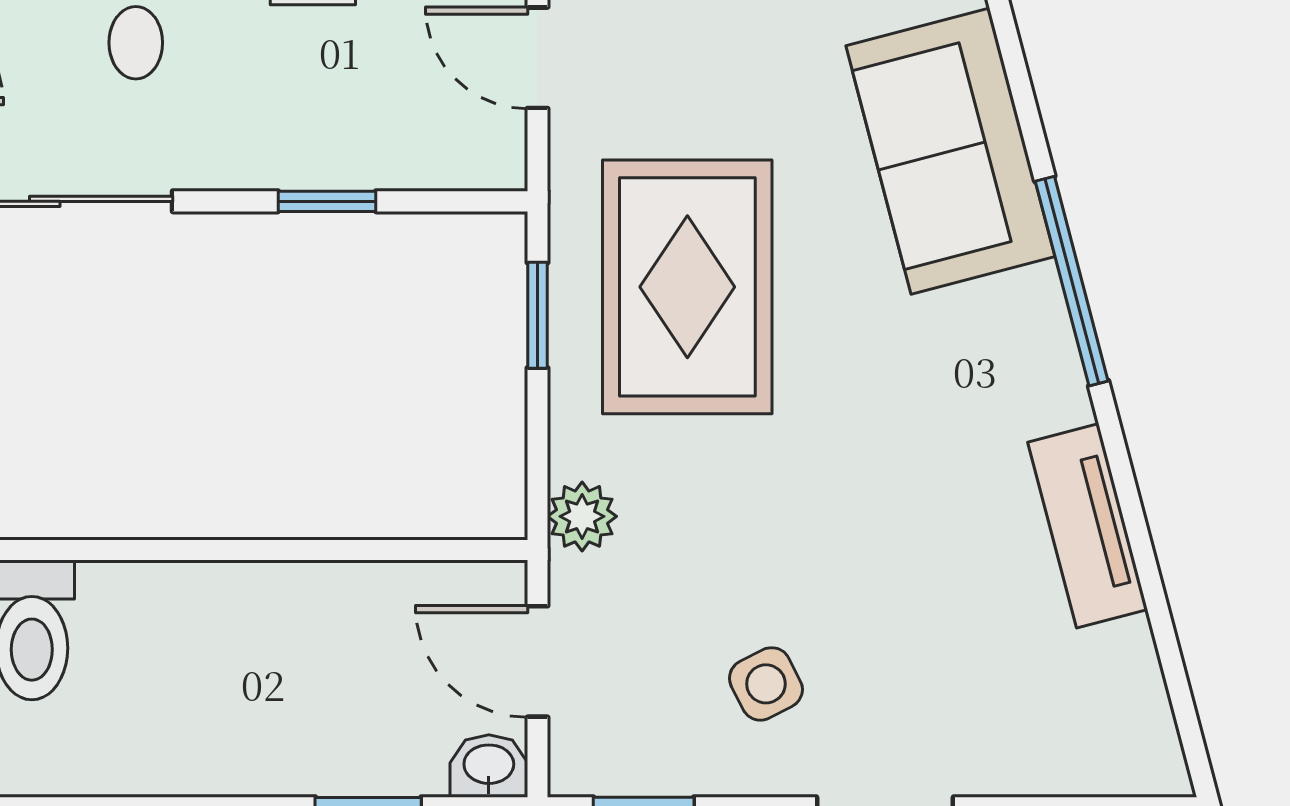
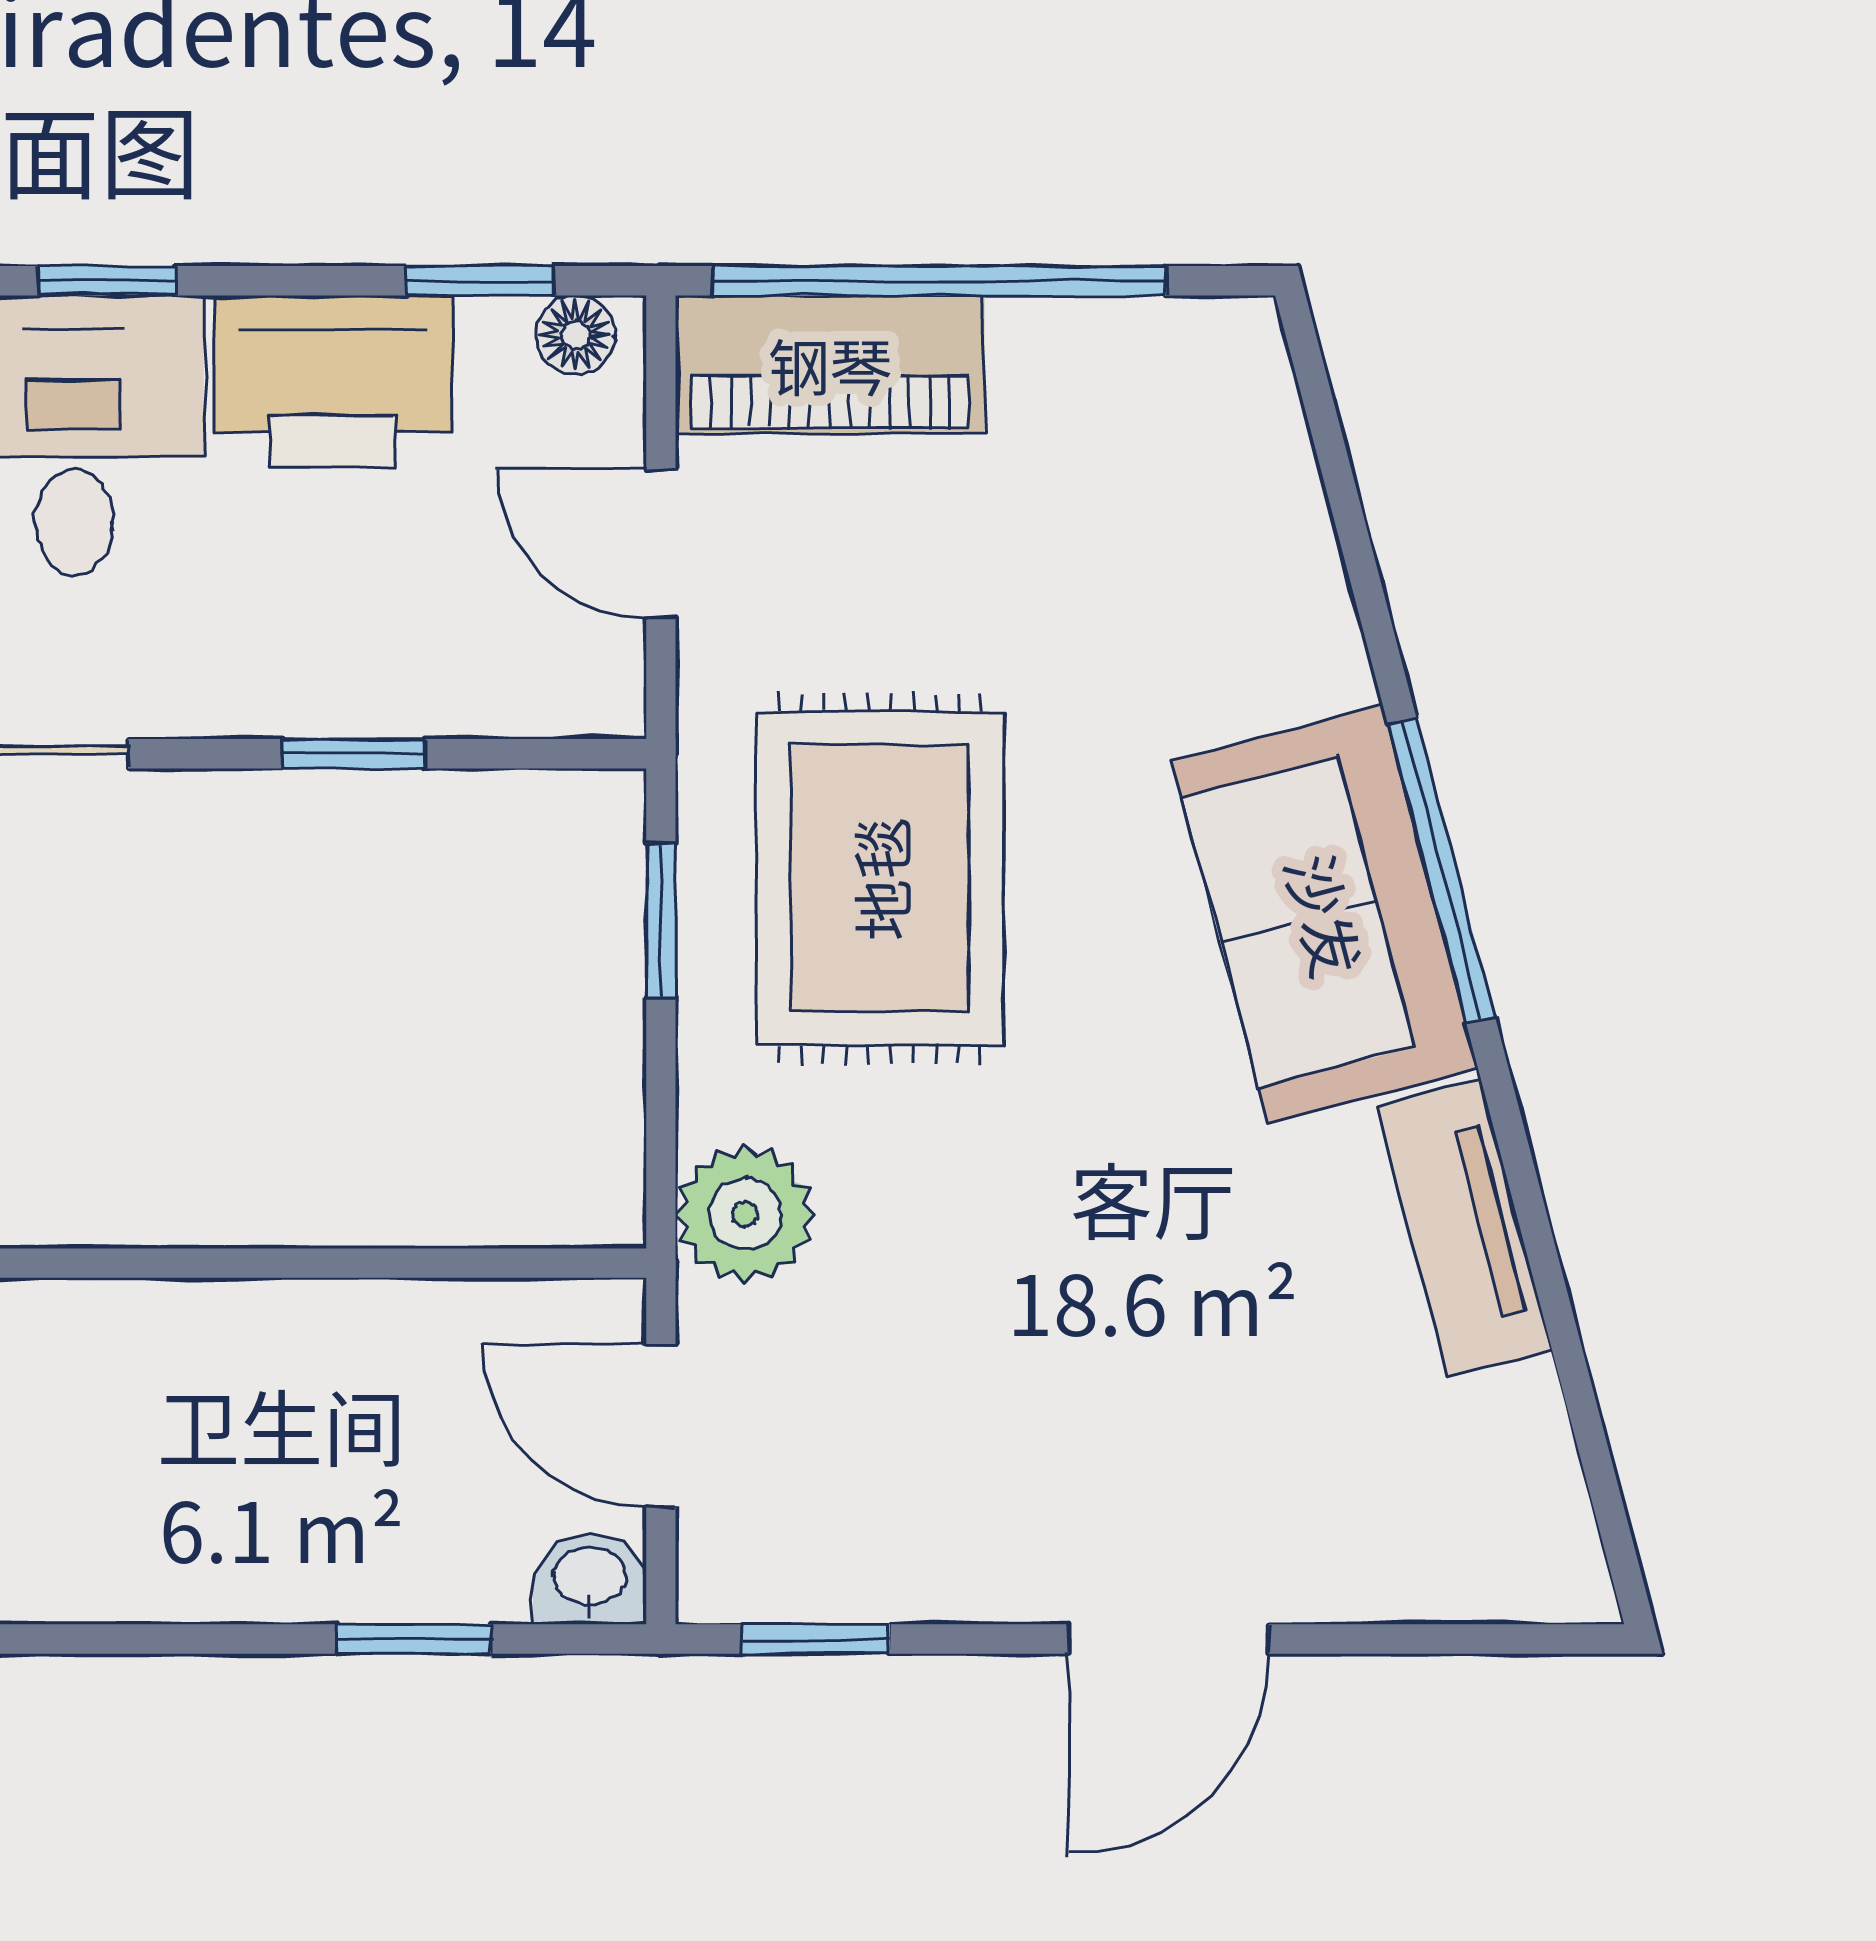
sofa: (950, 151) -> (1326, 915), moved
plant: (582, 516) -> (745, 1214), width x1.38, depth x1.38
side table: (766, 684) -> (995, 1459), removed

